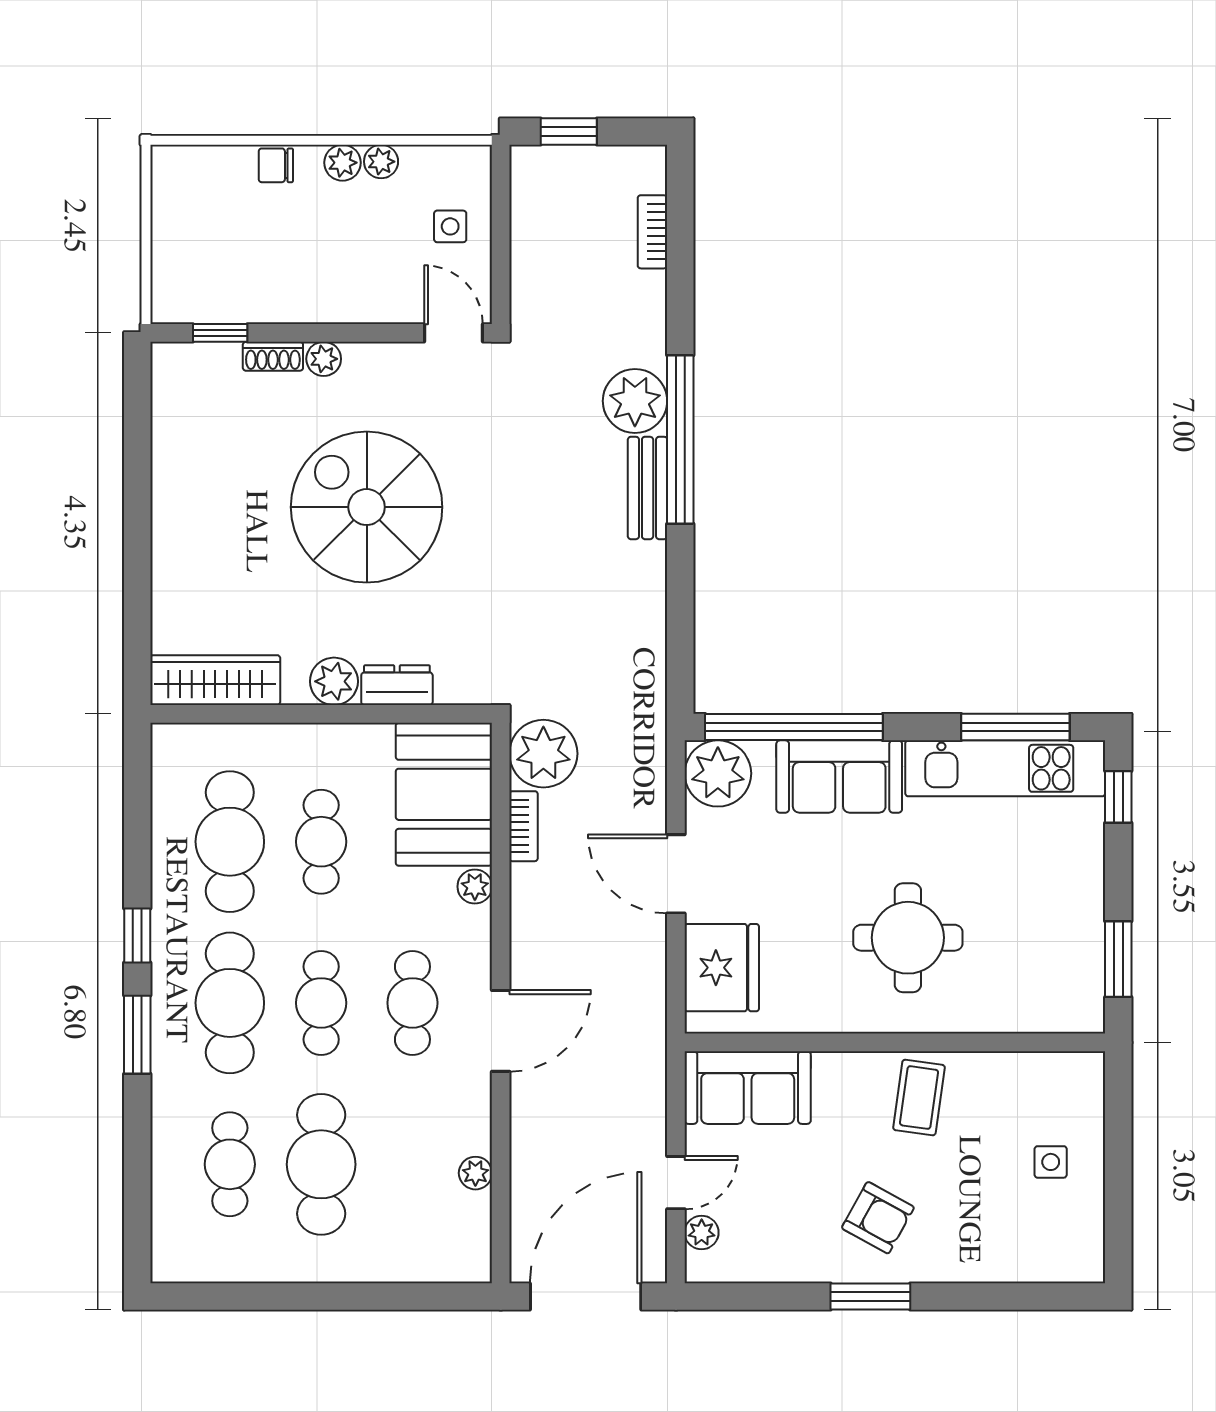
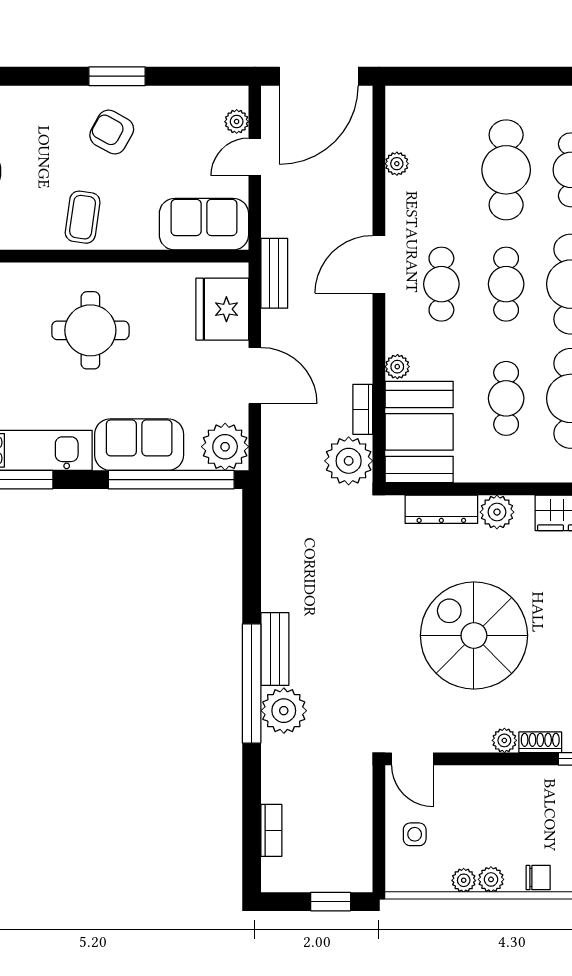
spiral stairs: (367, 507) -> (474, 635), turned 180
dresser: (397, 685) -> (441, 509), width x1.44
bench: (648, 1018) -> (274, 273), added

